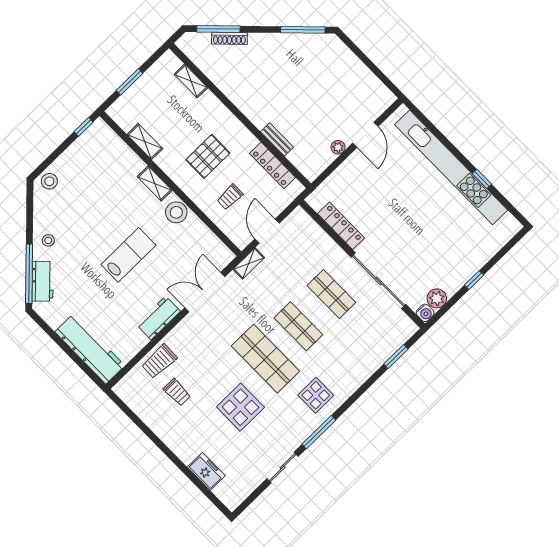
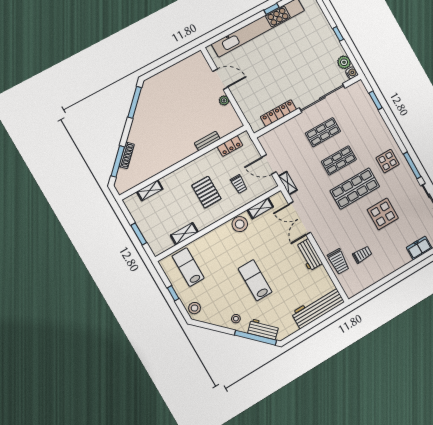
window: (84, 127) -> (173, 293), moved
lab bench: (102, 158) -> (188, 267), added
locker: (273, 165) -> (230, 146), width x0.66
shelving: (155, 183) -> (260, 208), moved
lab bench: (128, 255) -> (255, 280), moved

